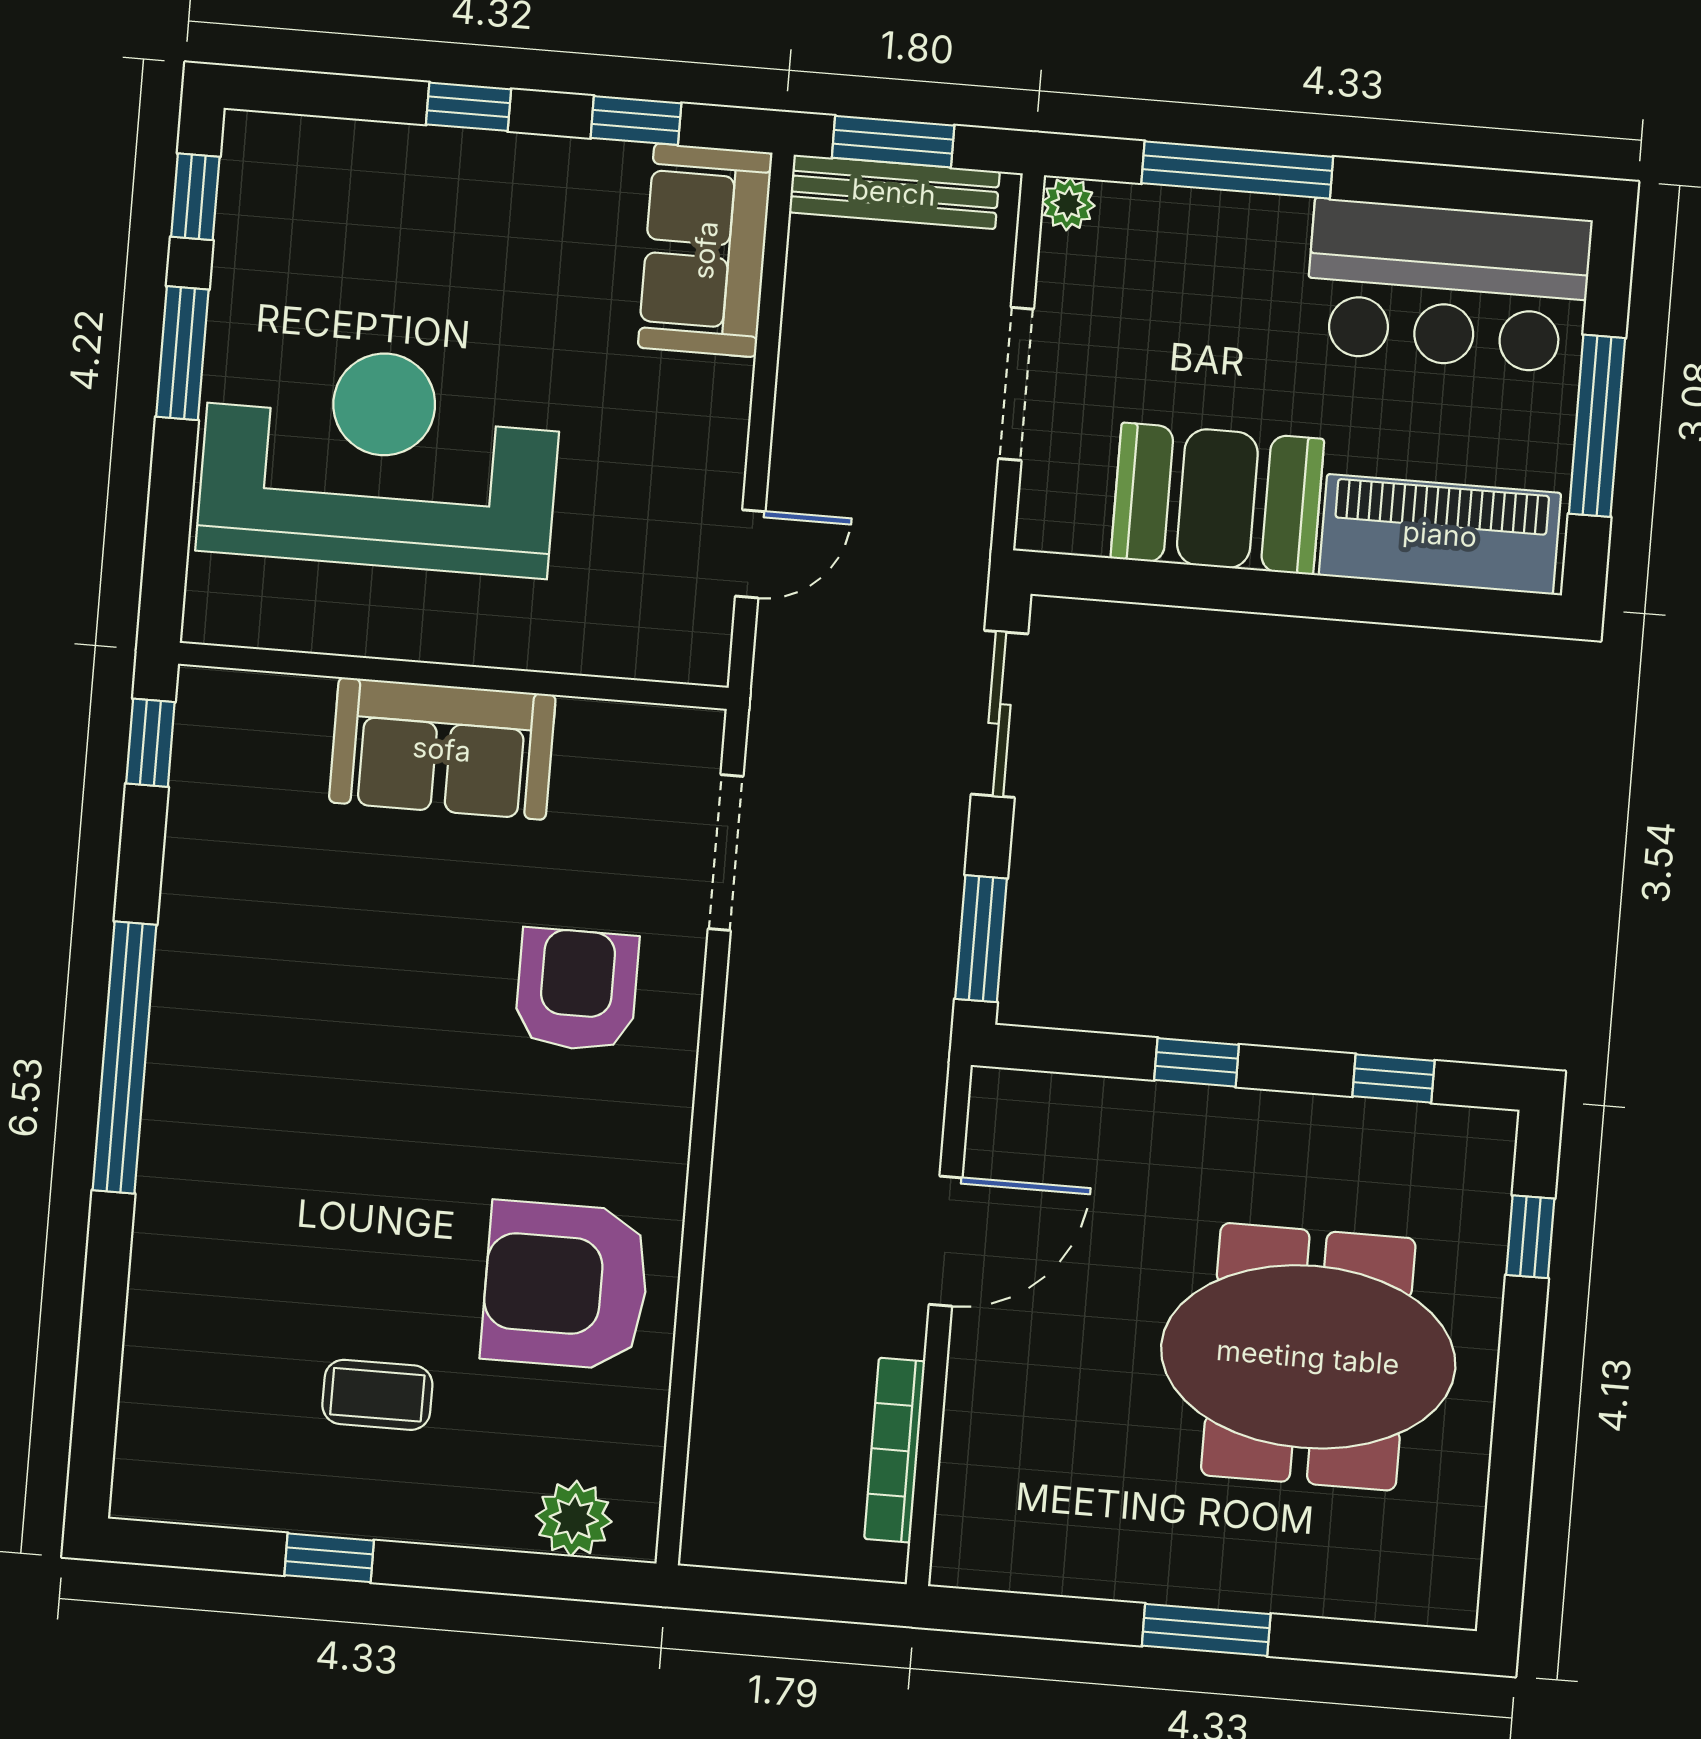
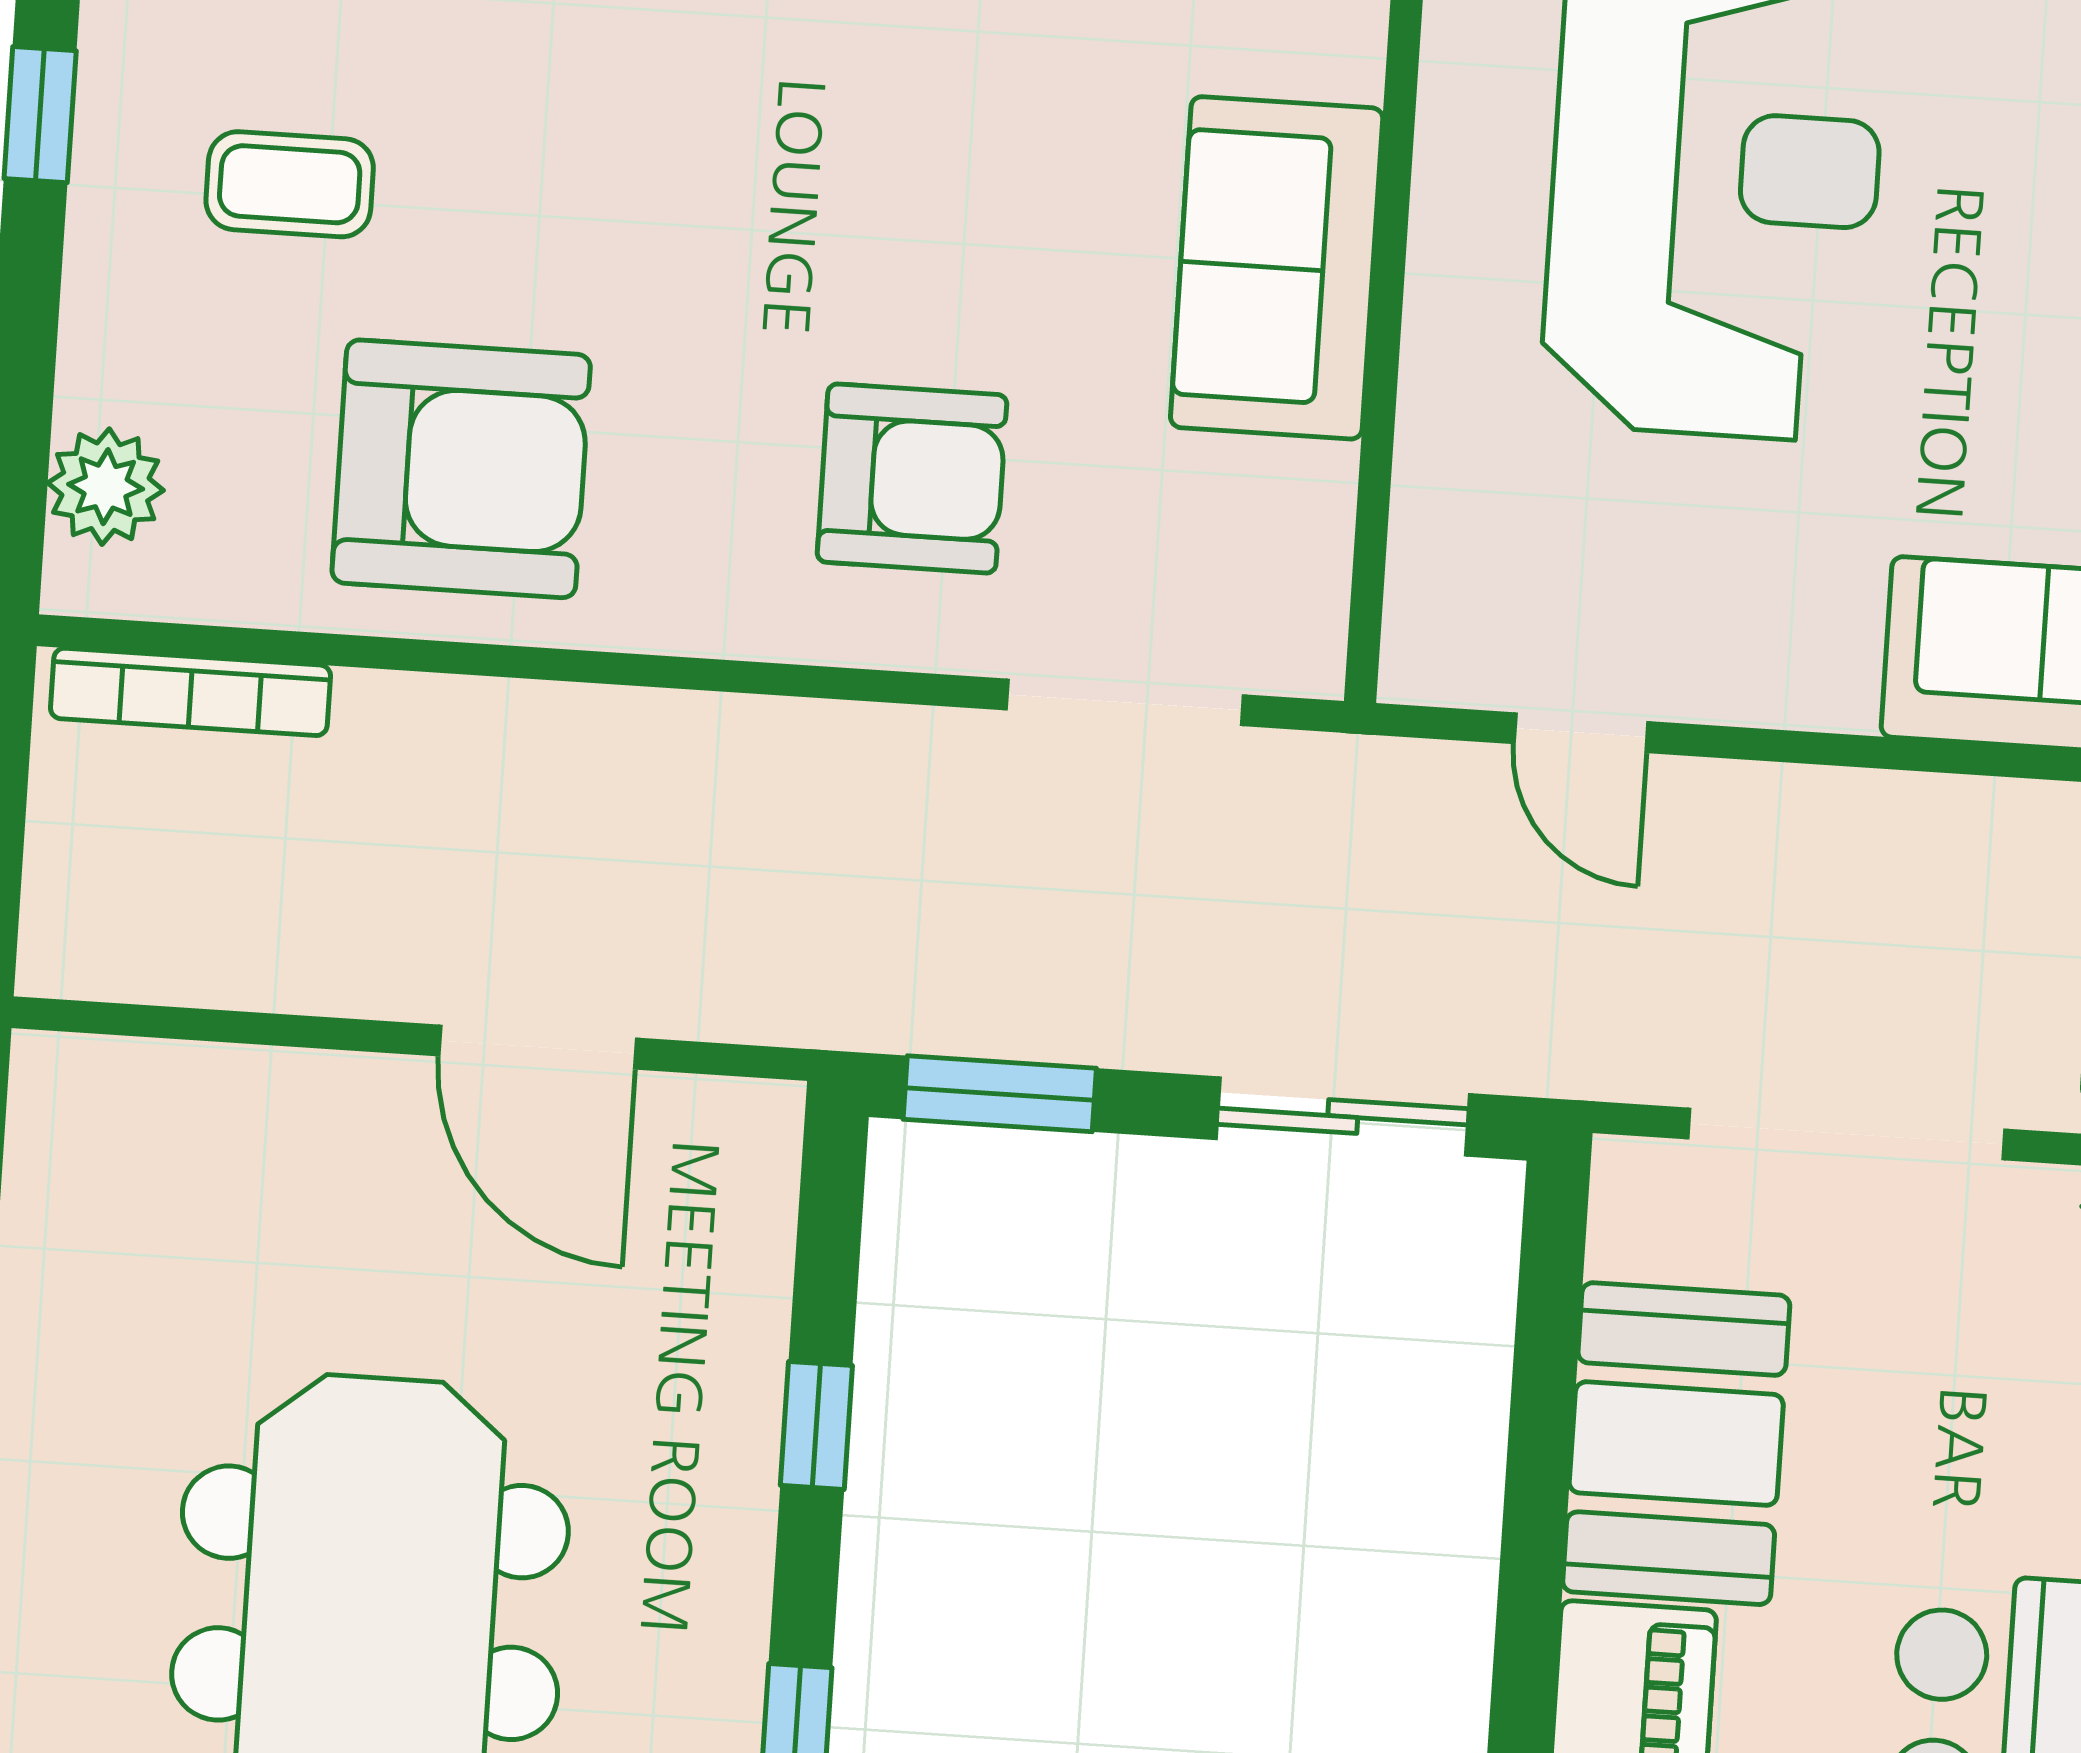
doorway: (1016, 384) -> (1846, 1134), width x1.36
armchair: (566, 1285) -> (461, 469), turned 90
coffee table: (377, 1395) -> (290, 184), turned 90
bookcase: (895, 1450) -> (190, 692), moved, turned 180

